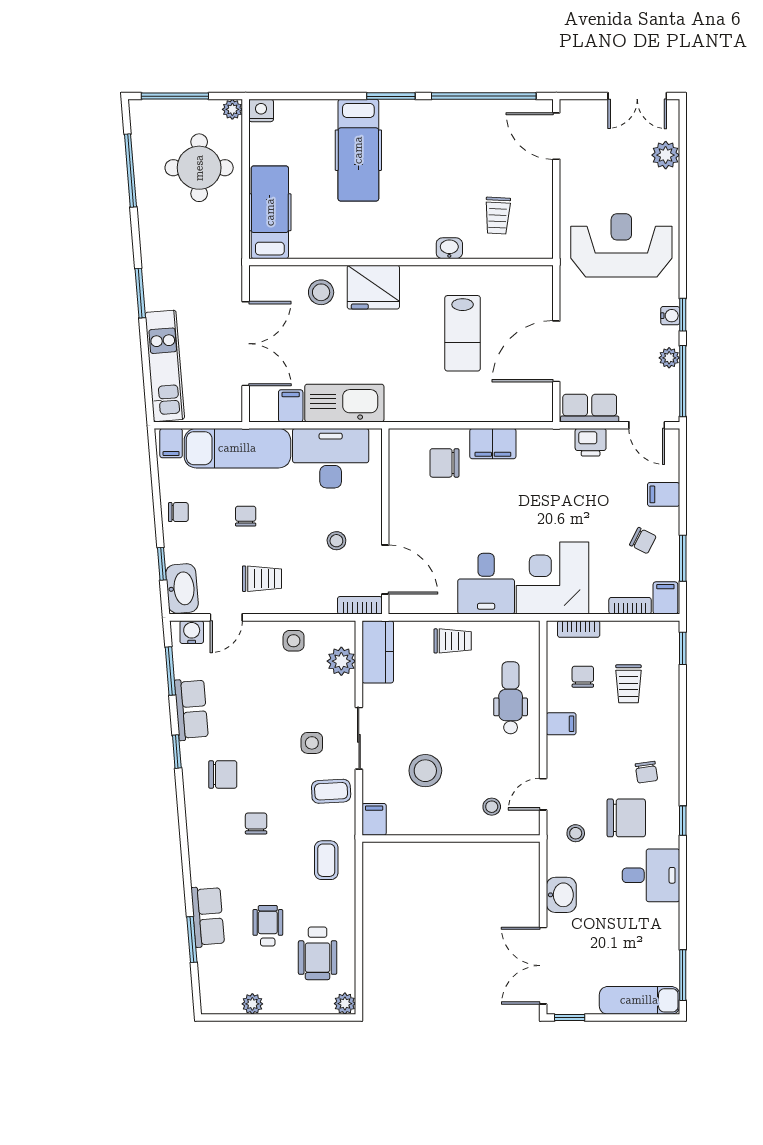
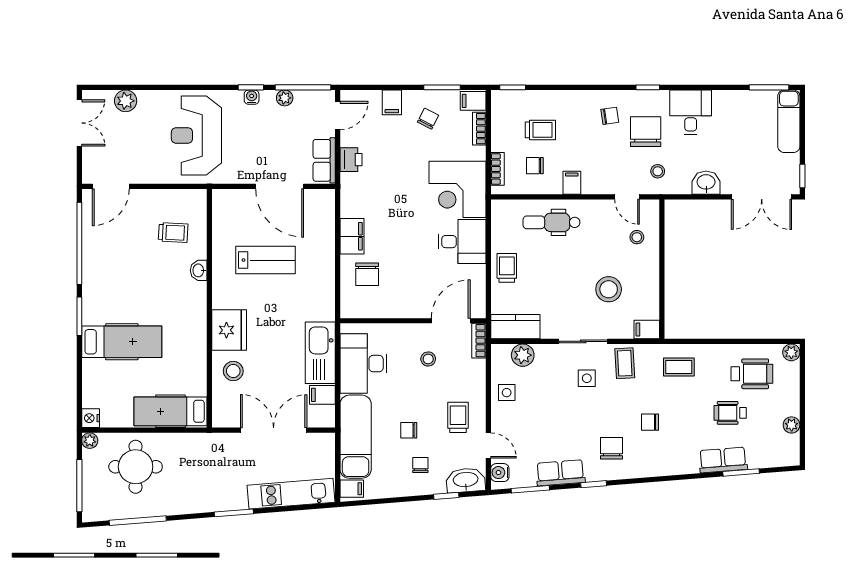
chair: (178, 512) -> (420, 465), moved

